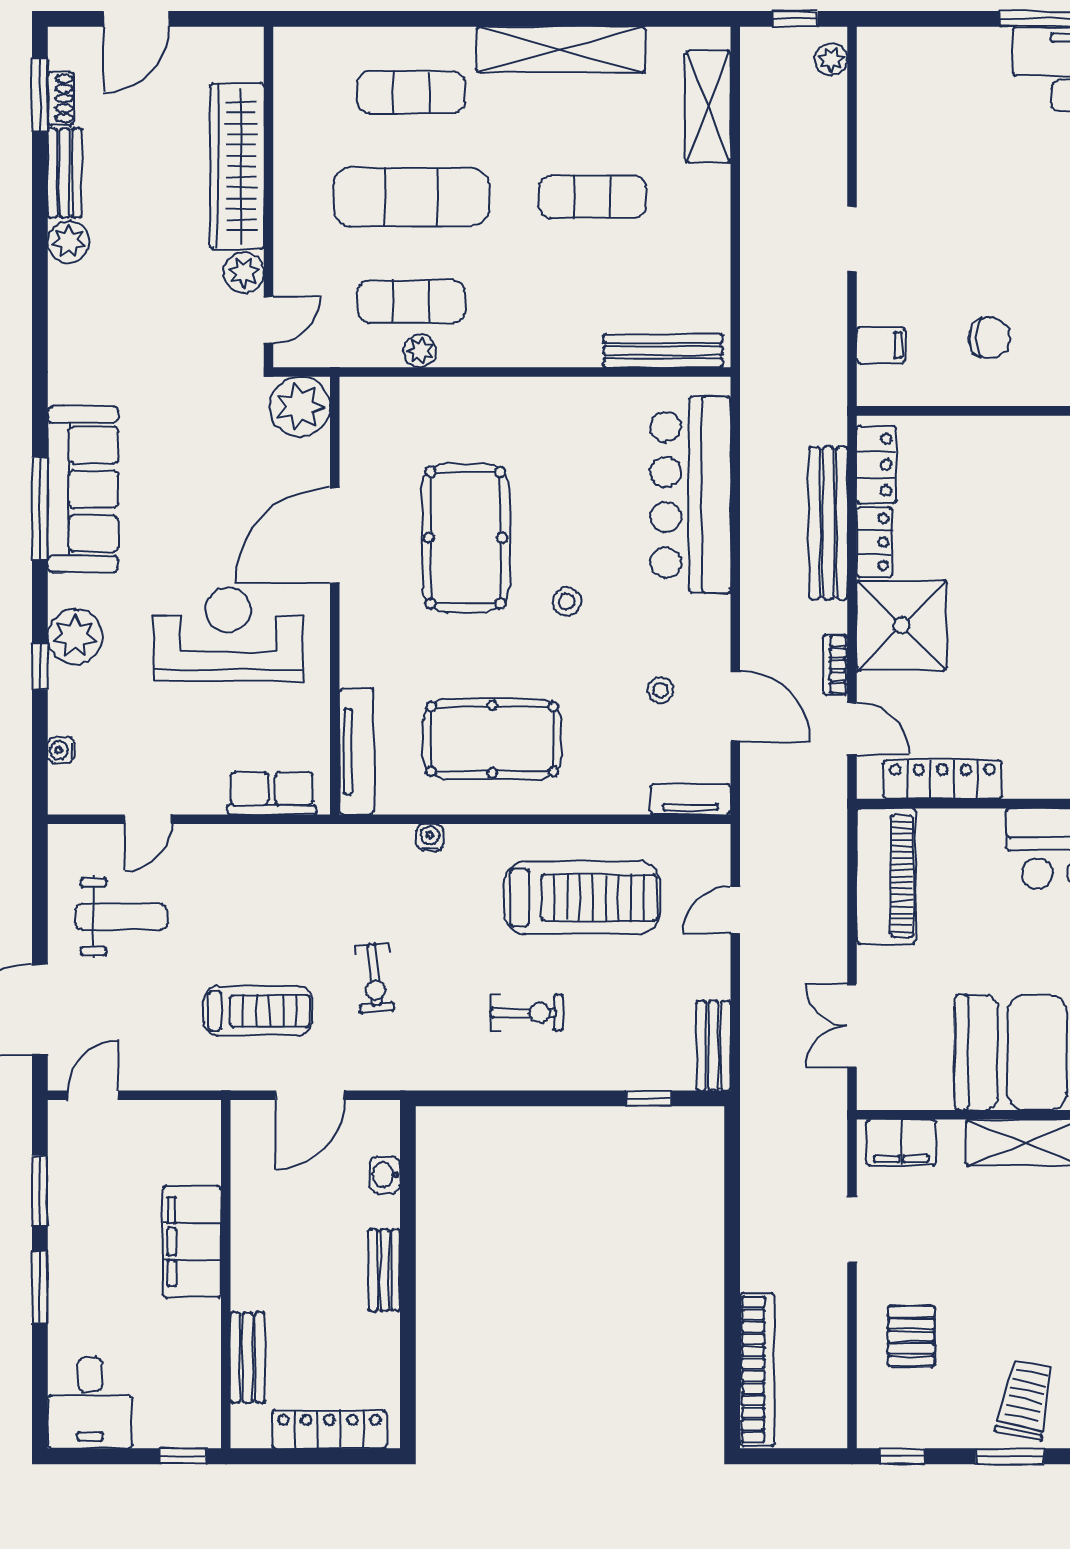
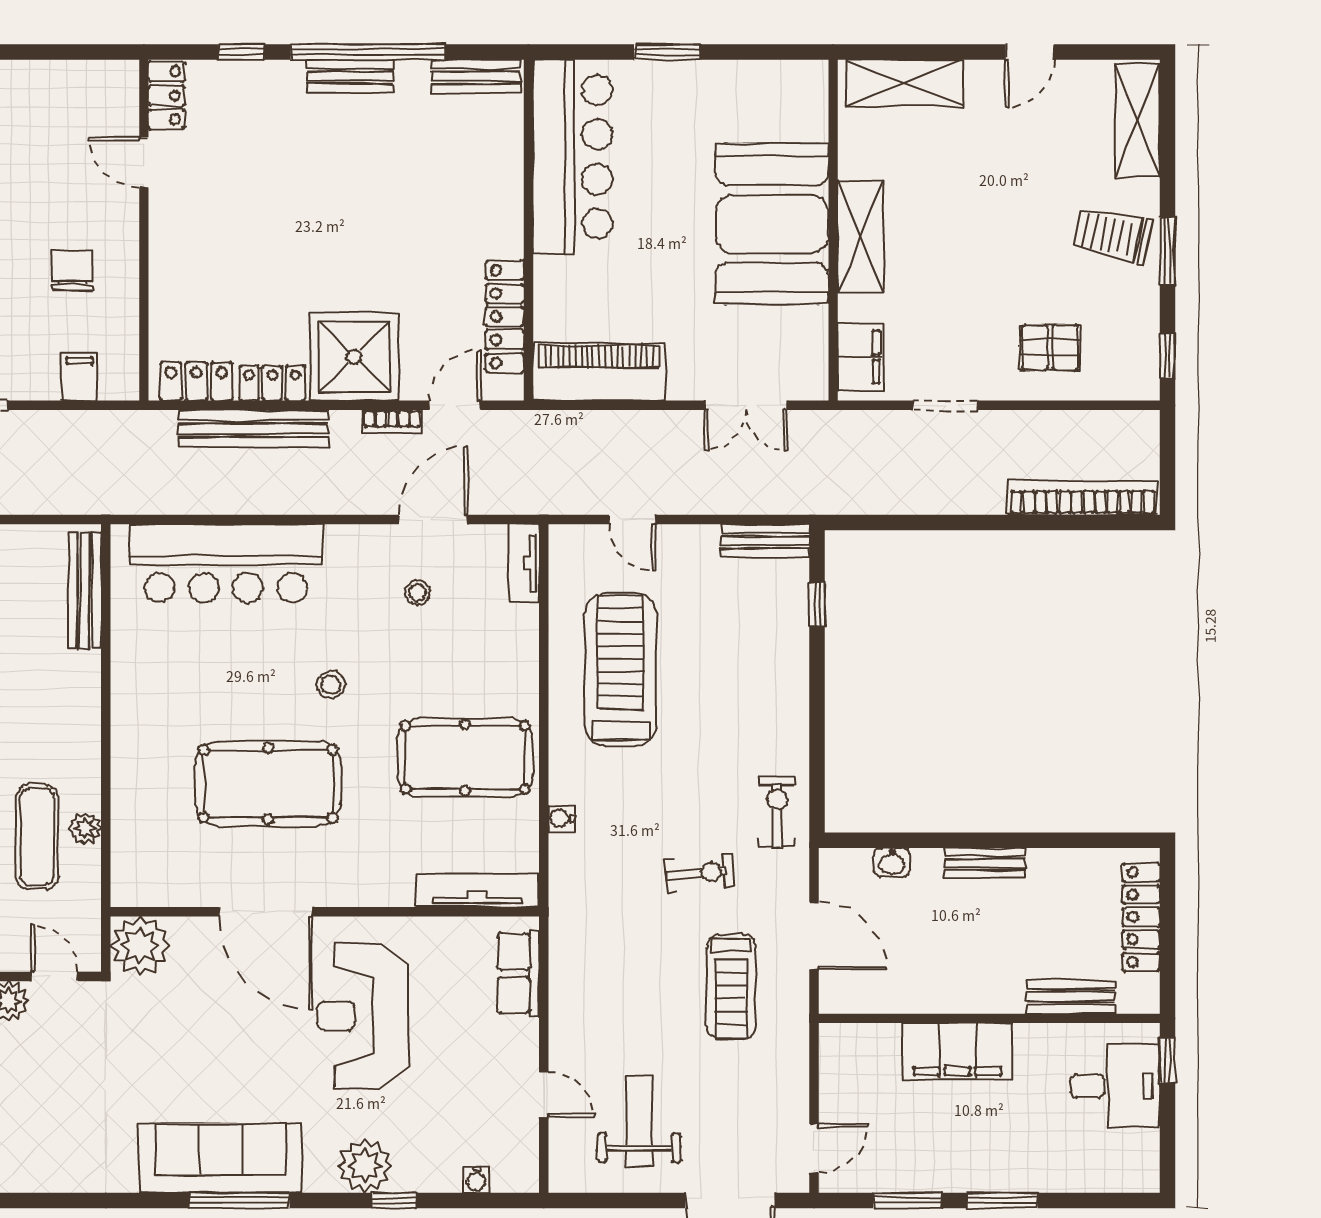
pool table: (492, 739) -> (465, 757), turned 90
treadmill: (258, 1011) -> (731, 987), turned 180
exercise bike: (527, 1013) -> (777, 812), moved
door: (93, 1095) -> (814, 1148), swing flipped
desk: (90, 1403) -> (1115, 1086), moved

